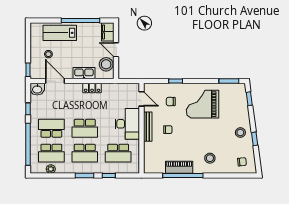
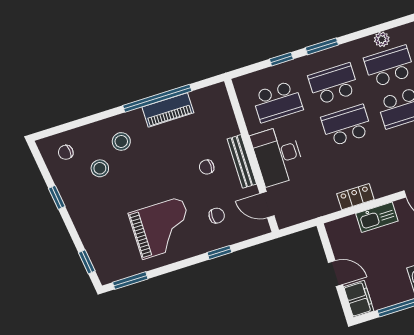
stool: (106, 64) -> (344, 244), removed
stool: (240, 133) -> (100, 168), moved
school desk: (118, 153) -> (277, 102), turned 180

